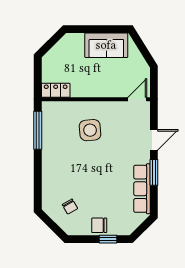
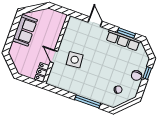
door: (137, 99) -> (54, 57), moved
window: (38, 130) -> (88, 102), moved
window: (154, 172) -> (126, 33), moved

